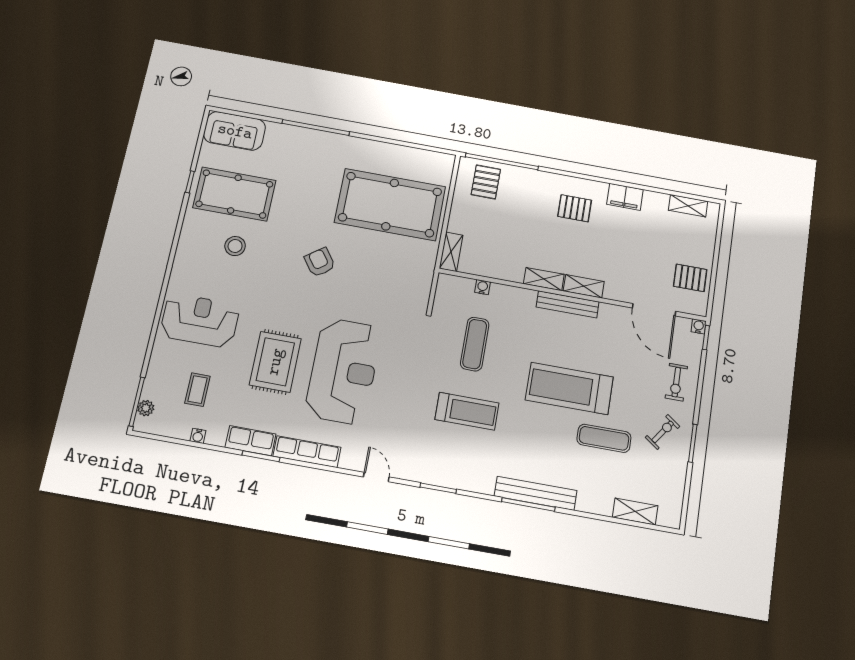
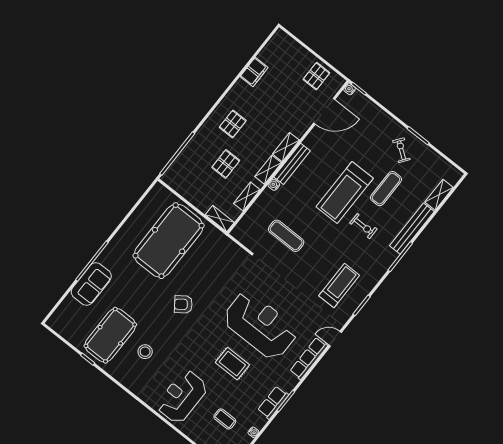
sofa: (235, 131) -> (91, 284), moved
pallet: (486, 182) -> (226, 164), moved, turned 90
filing cabinet: (625, 197) -> (254, 72), moved
shelving: (688, 206) -> (247, 197), moved
water cooler: (482, 287) -> (274, 185), moved
rug: (275, 362) -> (232, 364), width x0.73, depth x0.70
exercise bike: (676, 382) -> (363, 226), moved
treadmill: (467, 411) -> (339, 286), moved
row of seats: (307, 452) -> (309, 358), moved
bench: (536, 493) -> (412, 229), moved

